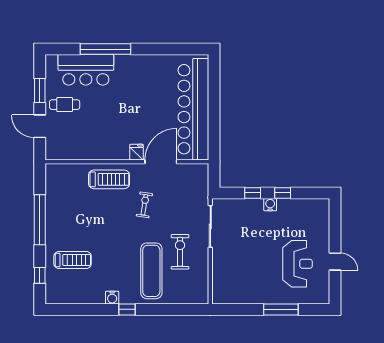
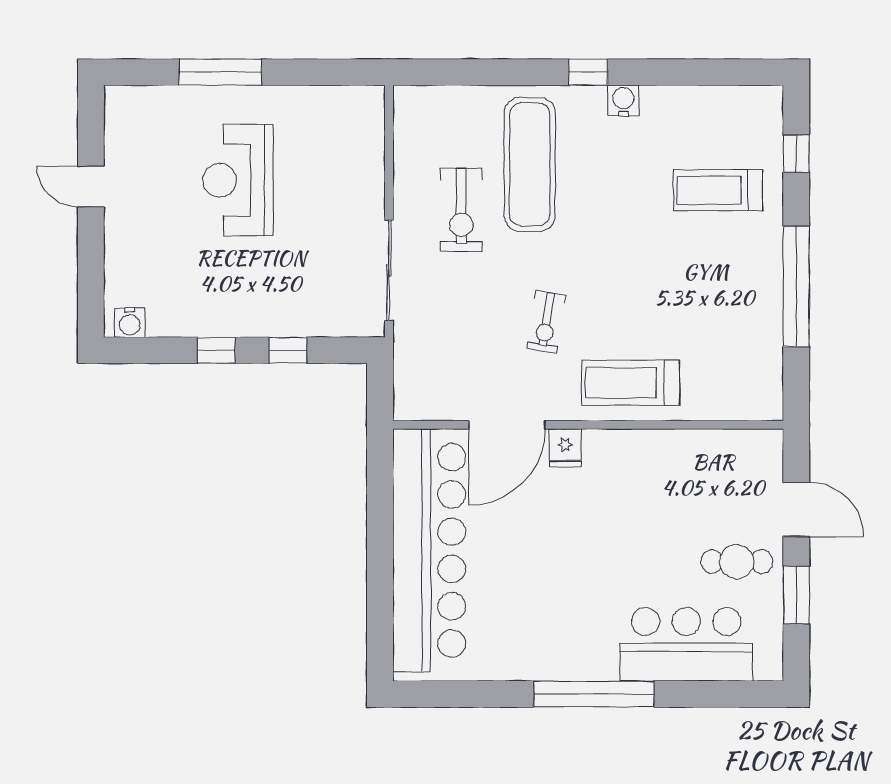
window: (105, 49) -> (594, 694), moved
water cooler: (270, 205) -> (130, 322), moved
reception desk: (298, 264) -> (238, 180), moved

